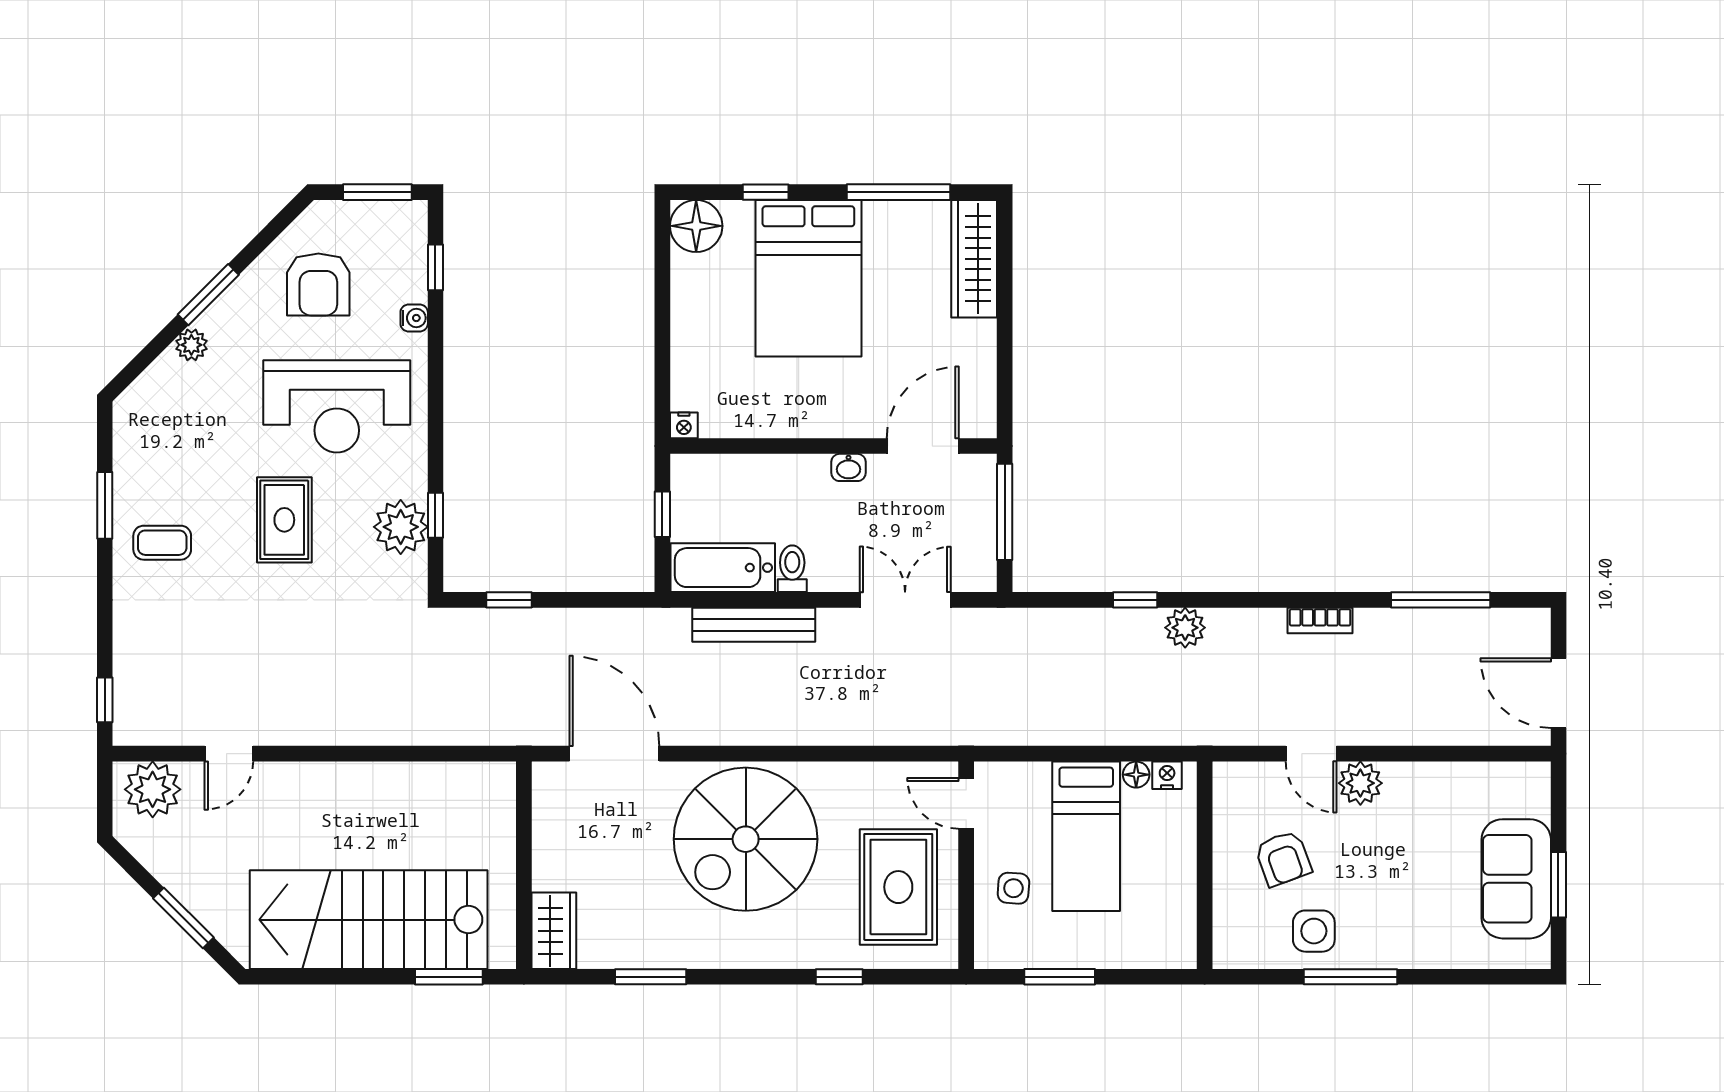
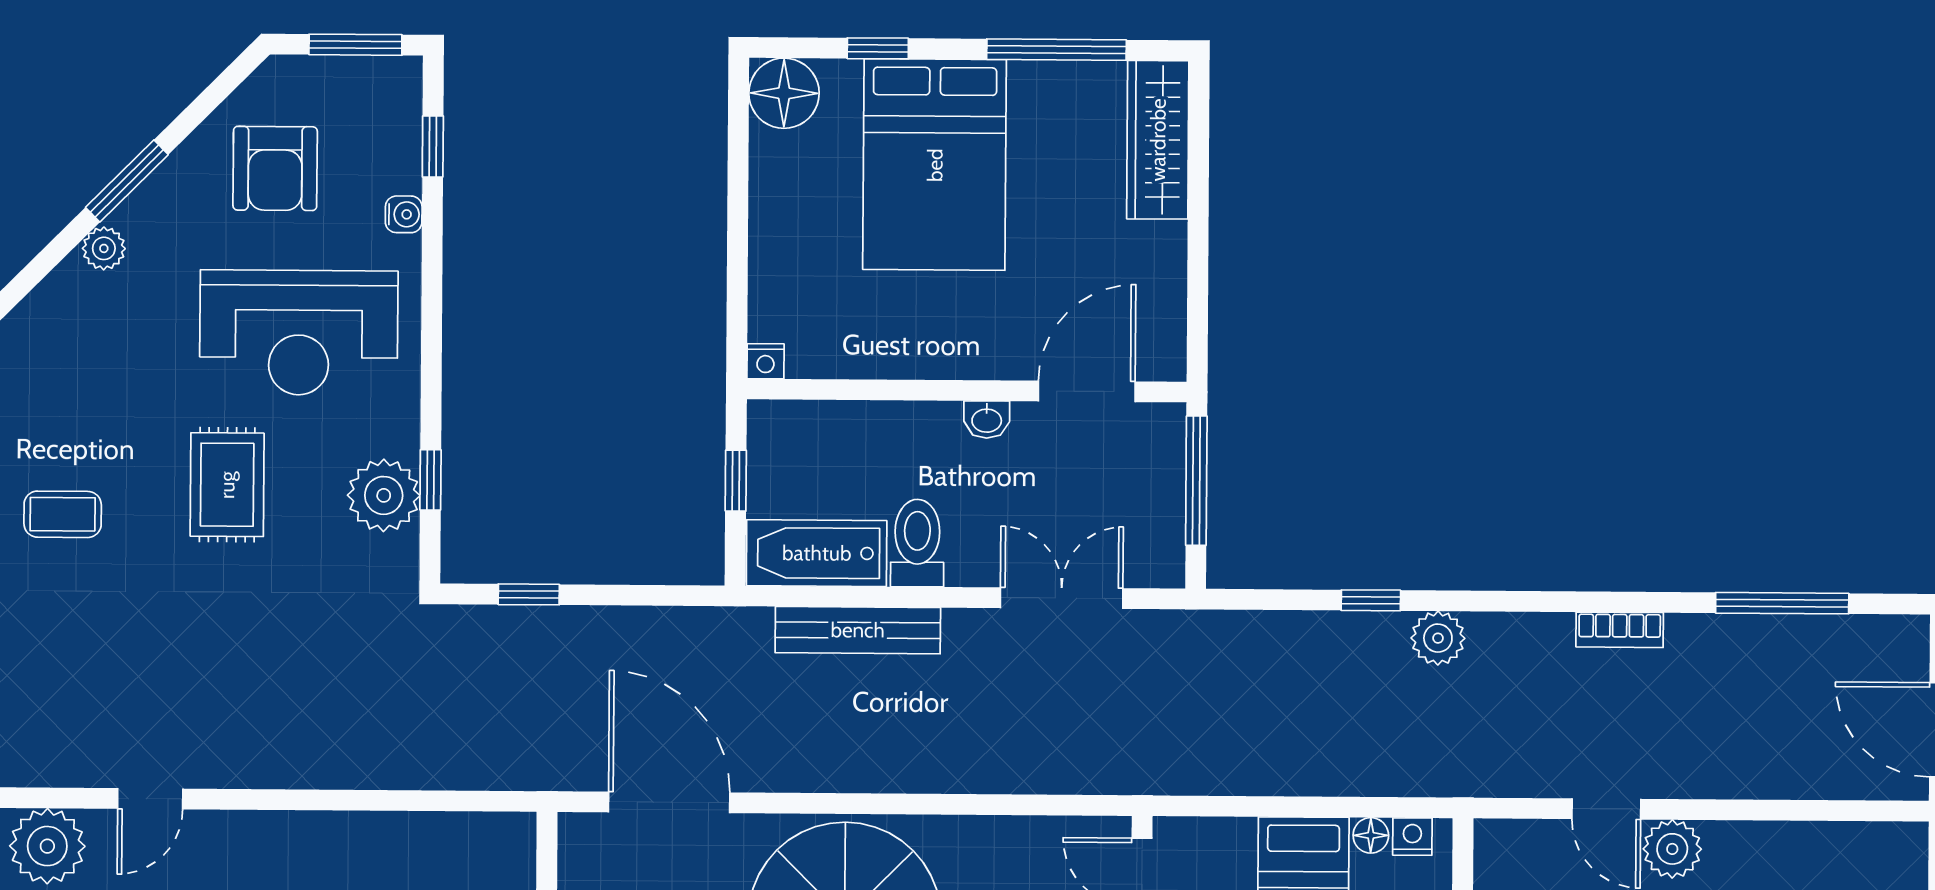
toilet: (792, 569) -> (917, 543), width x1.37, depth x1.39

